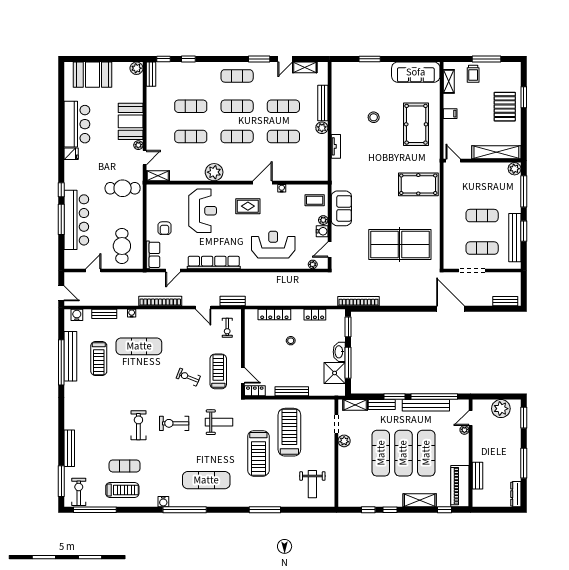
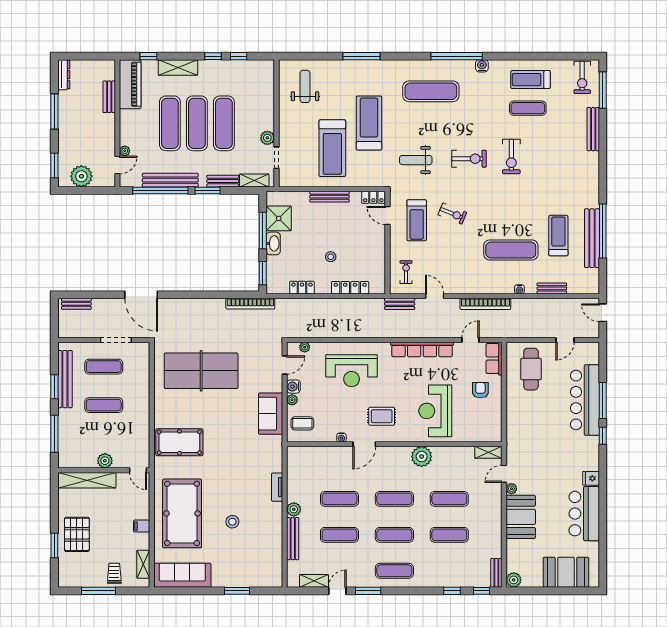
pool table: (416, 124) -> (182, 513), width x1.36, depth x1.32
plant: (515, 169) -> (105, 461), moved
cafe table: (123, 188) -> (530, 438), removed
water cooler: (77, 315) -> (584, 287), removed
window: (95, 510) -> (563, 56), removed

